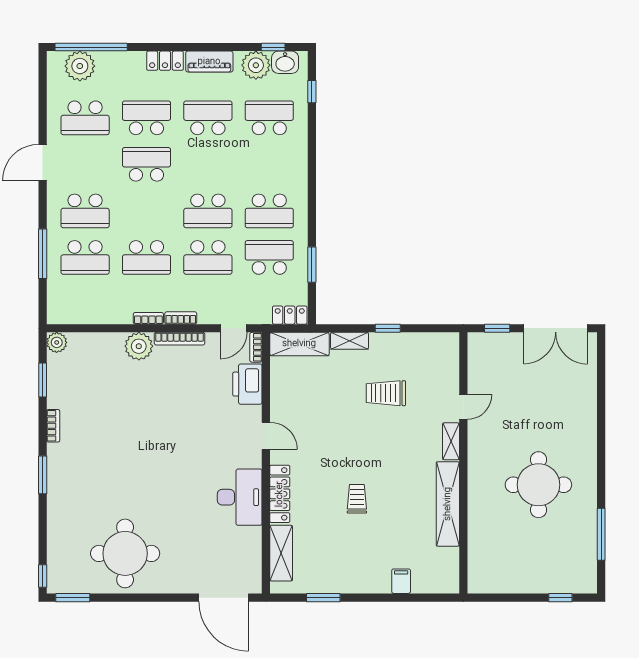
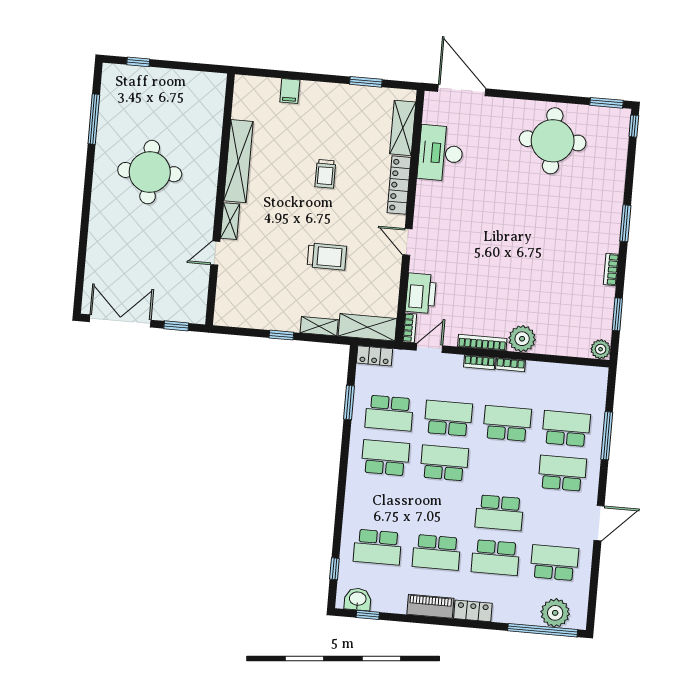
plant: (256, 65) -> (386, 599), removed
trolley: (386, 393) -> (327, 257), moved
desk: (240, 497) -> (441, 153), moved

